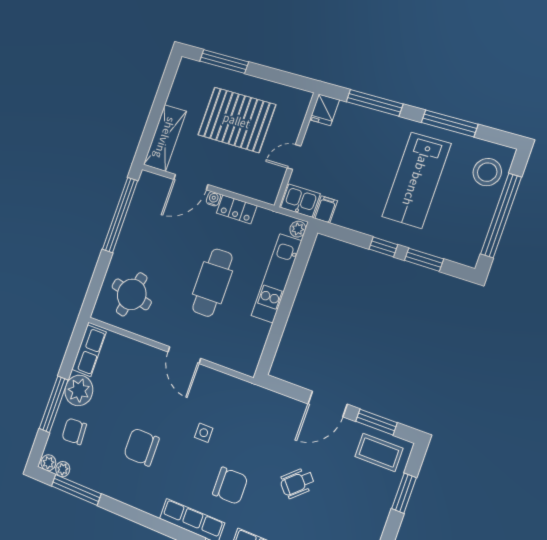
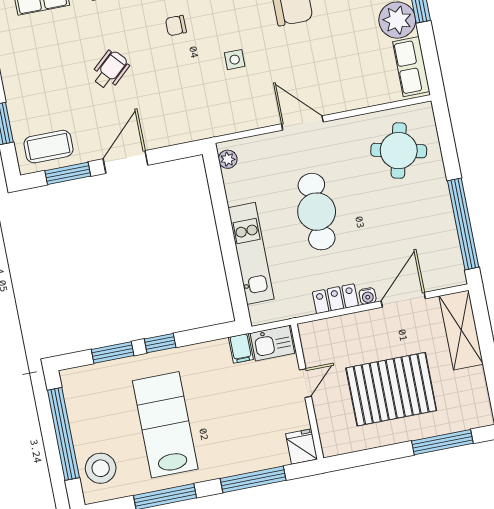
plant: (298, 229) -> (228, 159), moved
chair: (230, 486) -> (176, 26), width x0.54, depth x0.54

